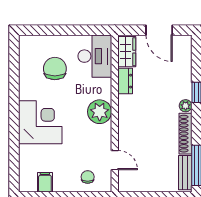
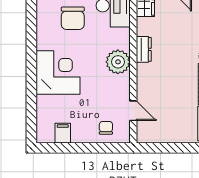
chair: (55, 69) -> (73, 18), turned 180
dresser: (125, 81) -> (144, 49), moved

